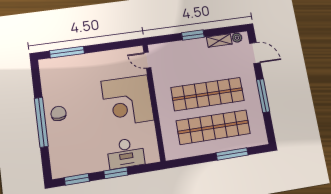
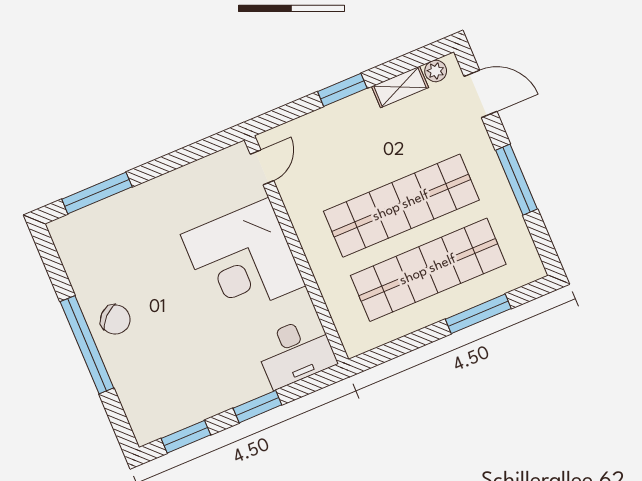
door: (147, 60) -> (262, 167), swing flipped
chair: (59, 113) -> (115, 319), turned 137
desk: (126, 153) -> (295, 352), moved

